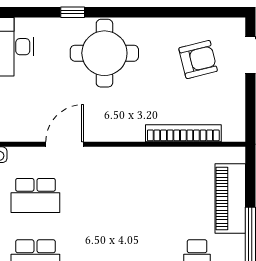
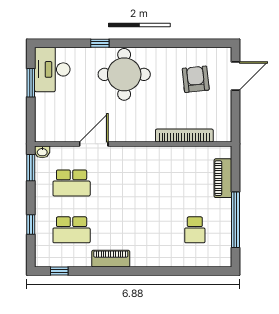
armchair: (198, 60) -> (196, 79), turned -82
piano: (230, 198) -> (223, 178), width x0.73, depth x0.75

